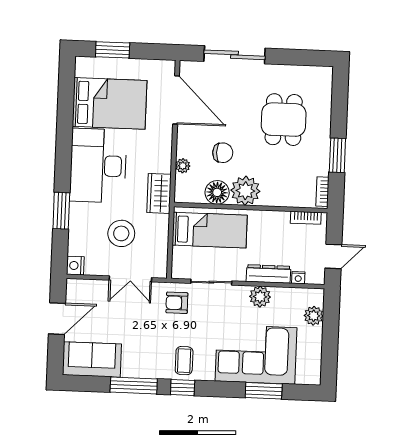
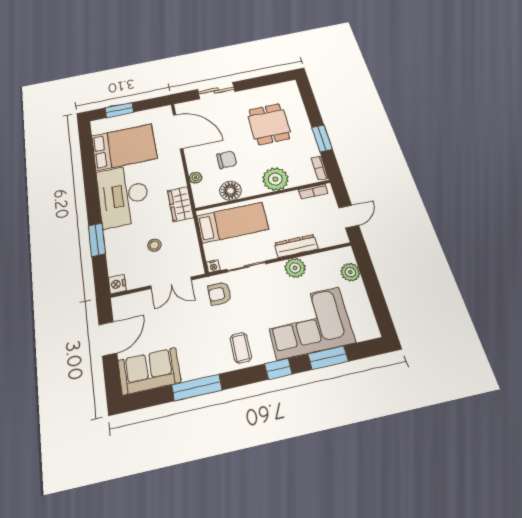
sliding door: (235, 55) -> (216, 91), width x0.73
plant: (245, 191) -> (275, 179), moved
stool: (121, 233) -> (154, 245), width x0.53, depth x0.53
nightstand: (298, 278) -> (213, 266), moved
window: (183, 387) -> (278, 369), moved

